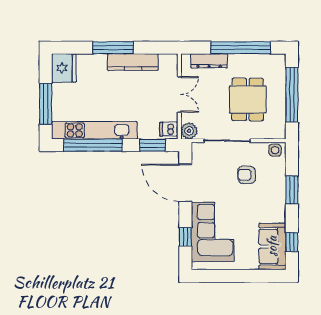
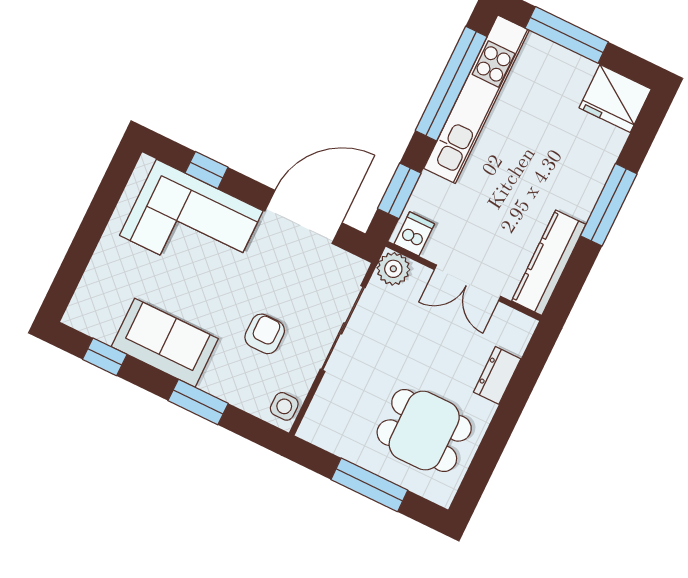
window: (241, 48) -> (498, 434), removed
dresser: (209, 61) -> (497, 375), width x0.70
kitchen counter: (133, 62) -> (549, 263), moved
window: (292, 95) -> (369, 485), width x0.68
dining table: (248, 99) -> (424, 431), moved
sofa: (272, 246) -> (165, 343), moved

